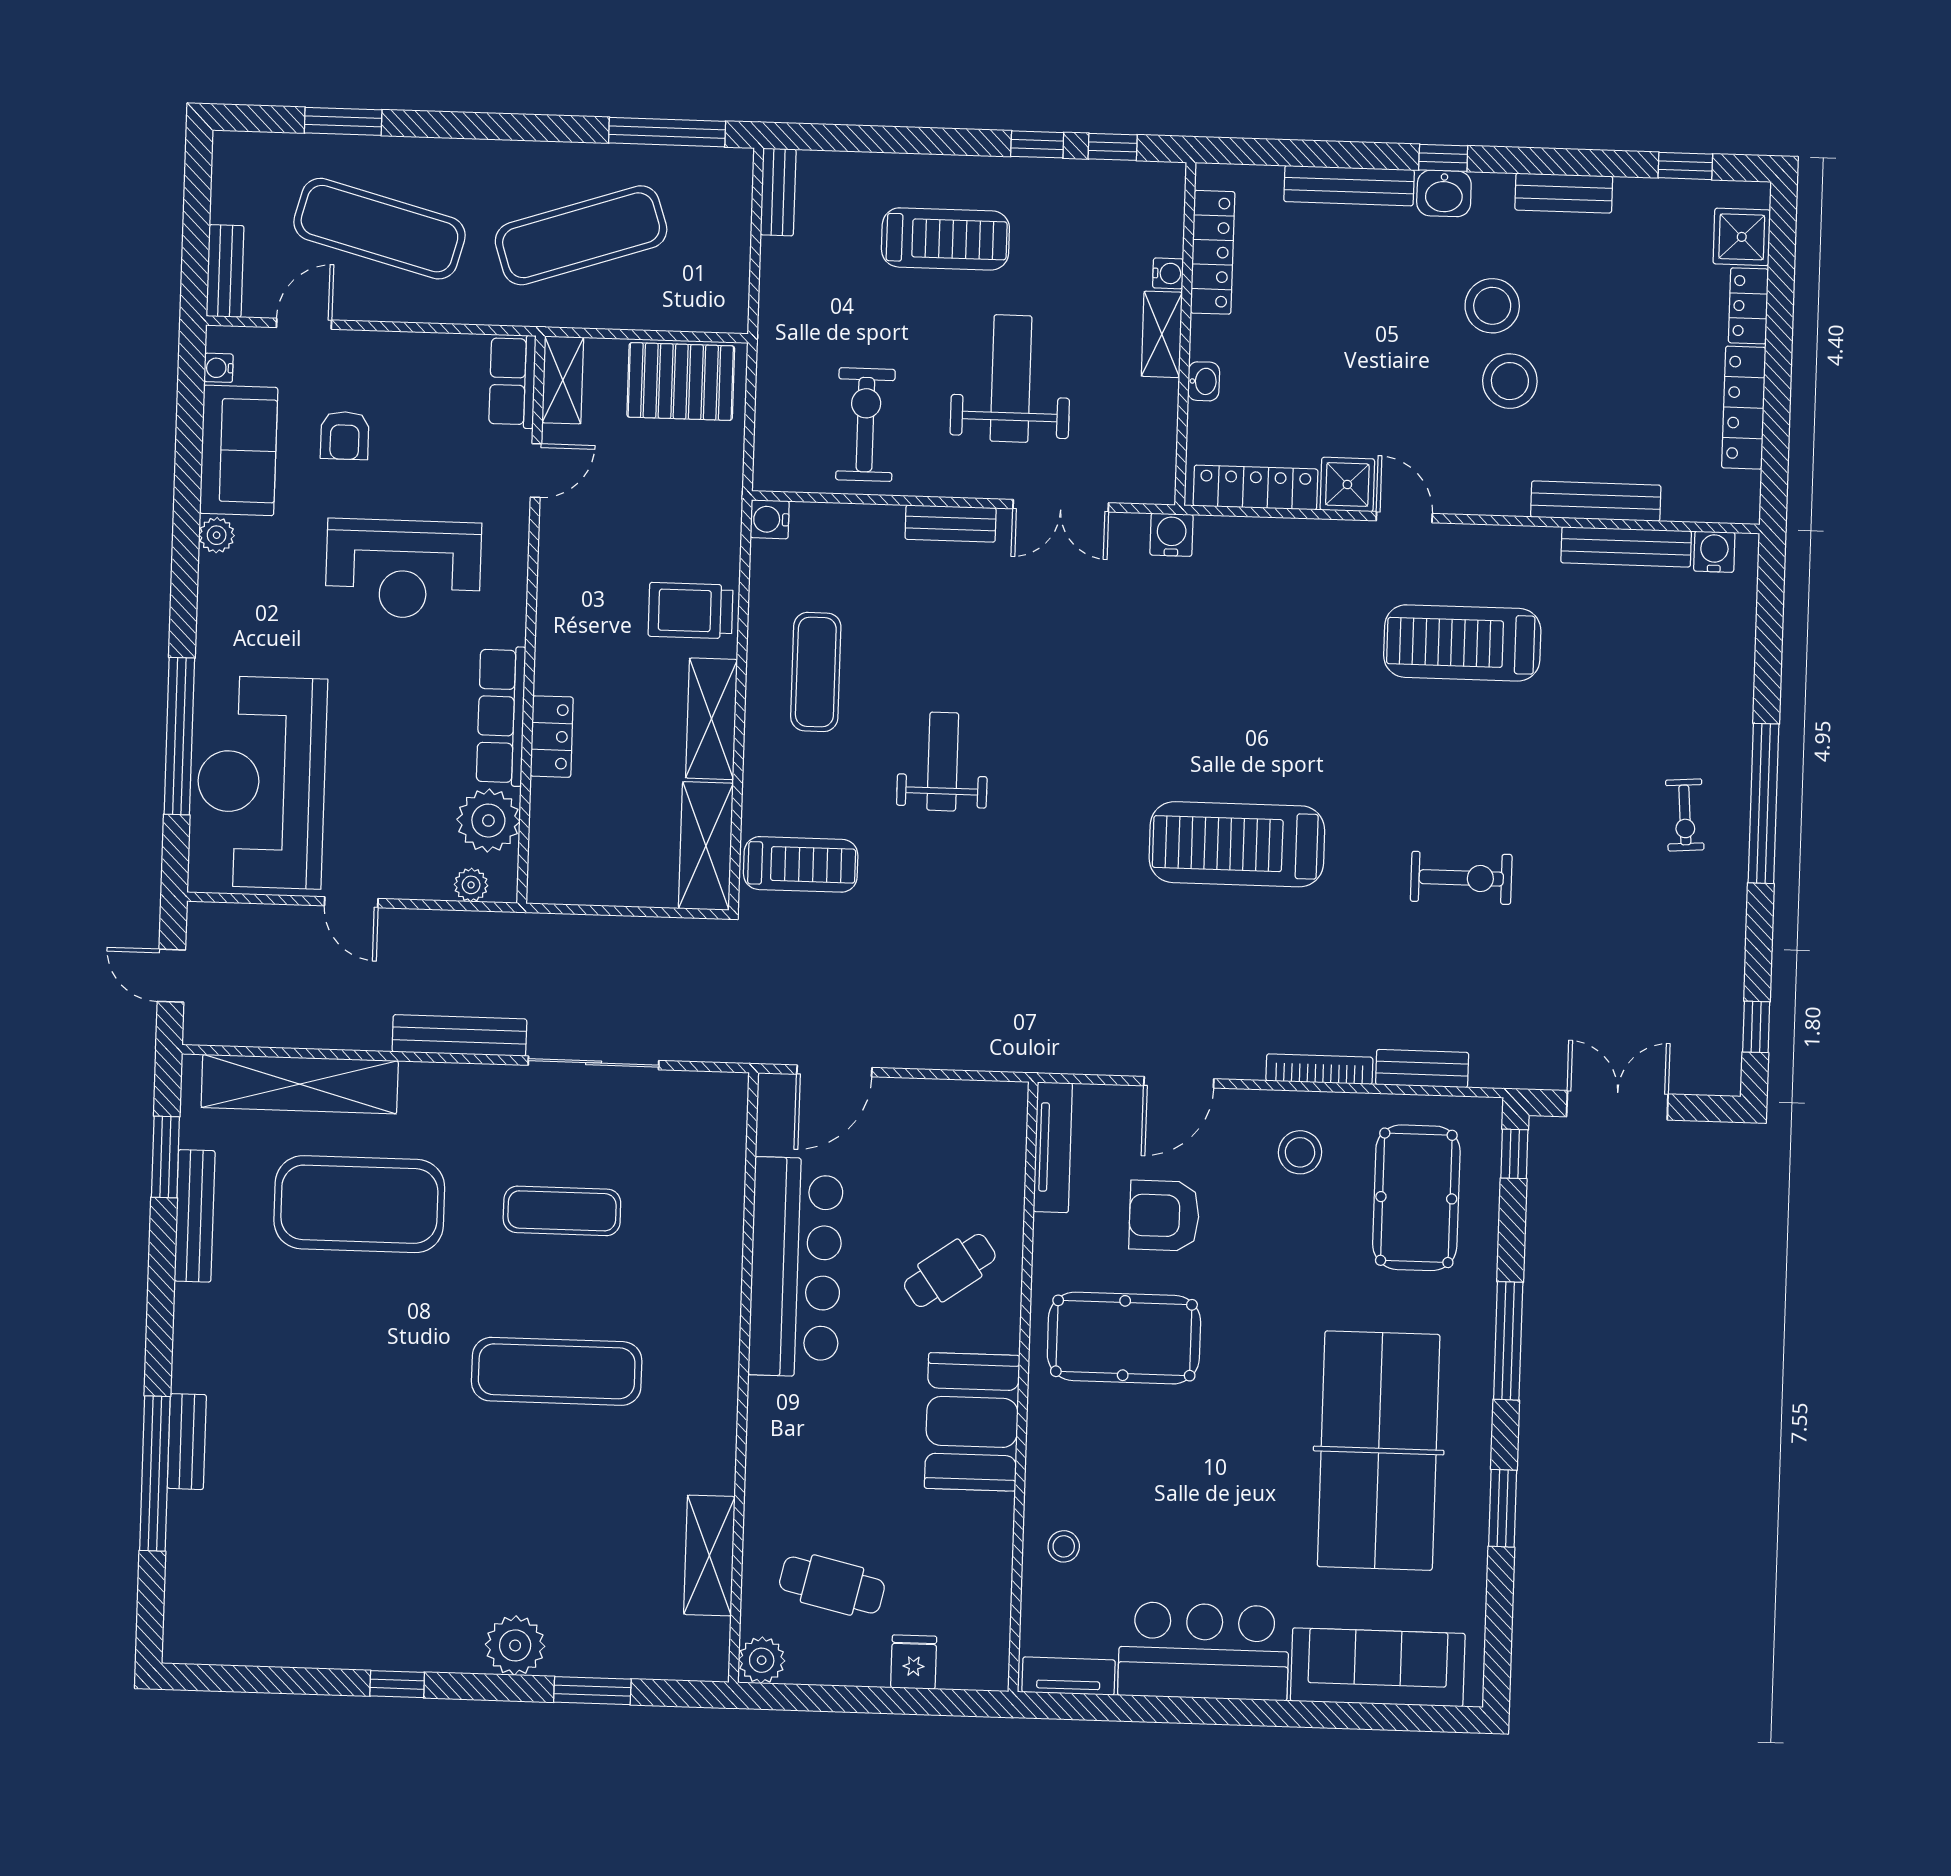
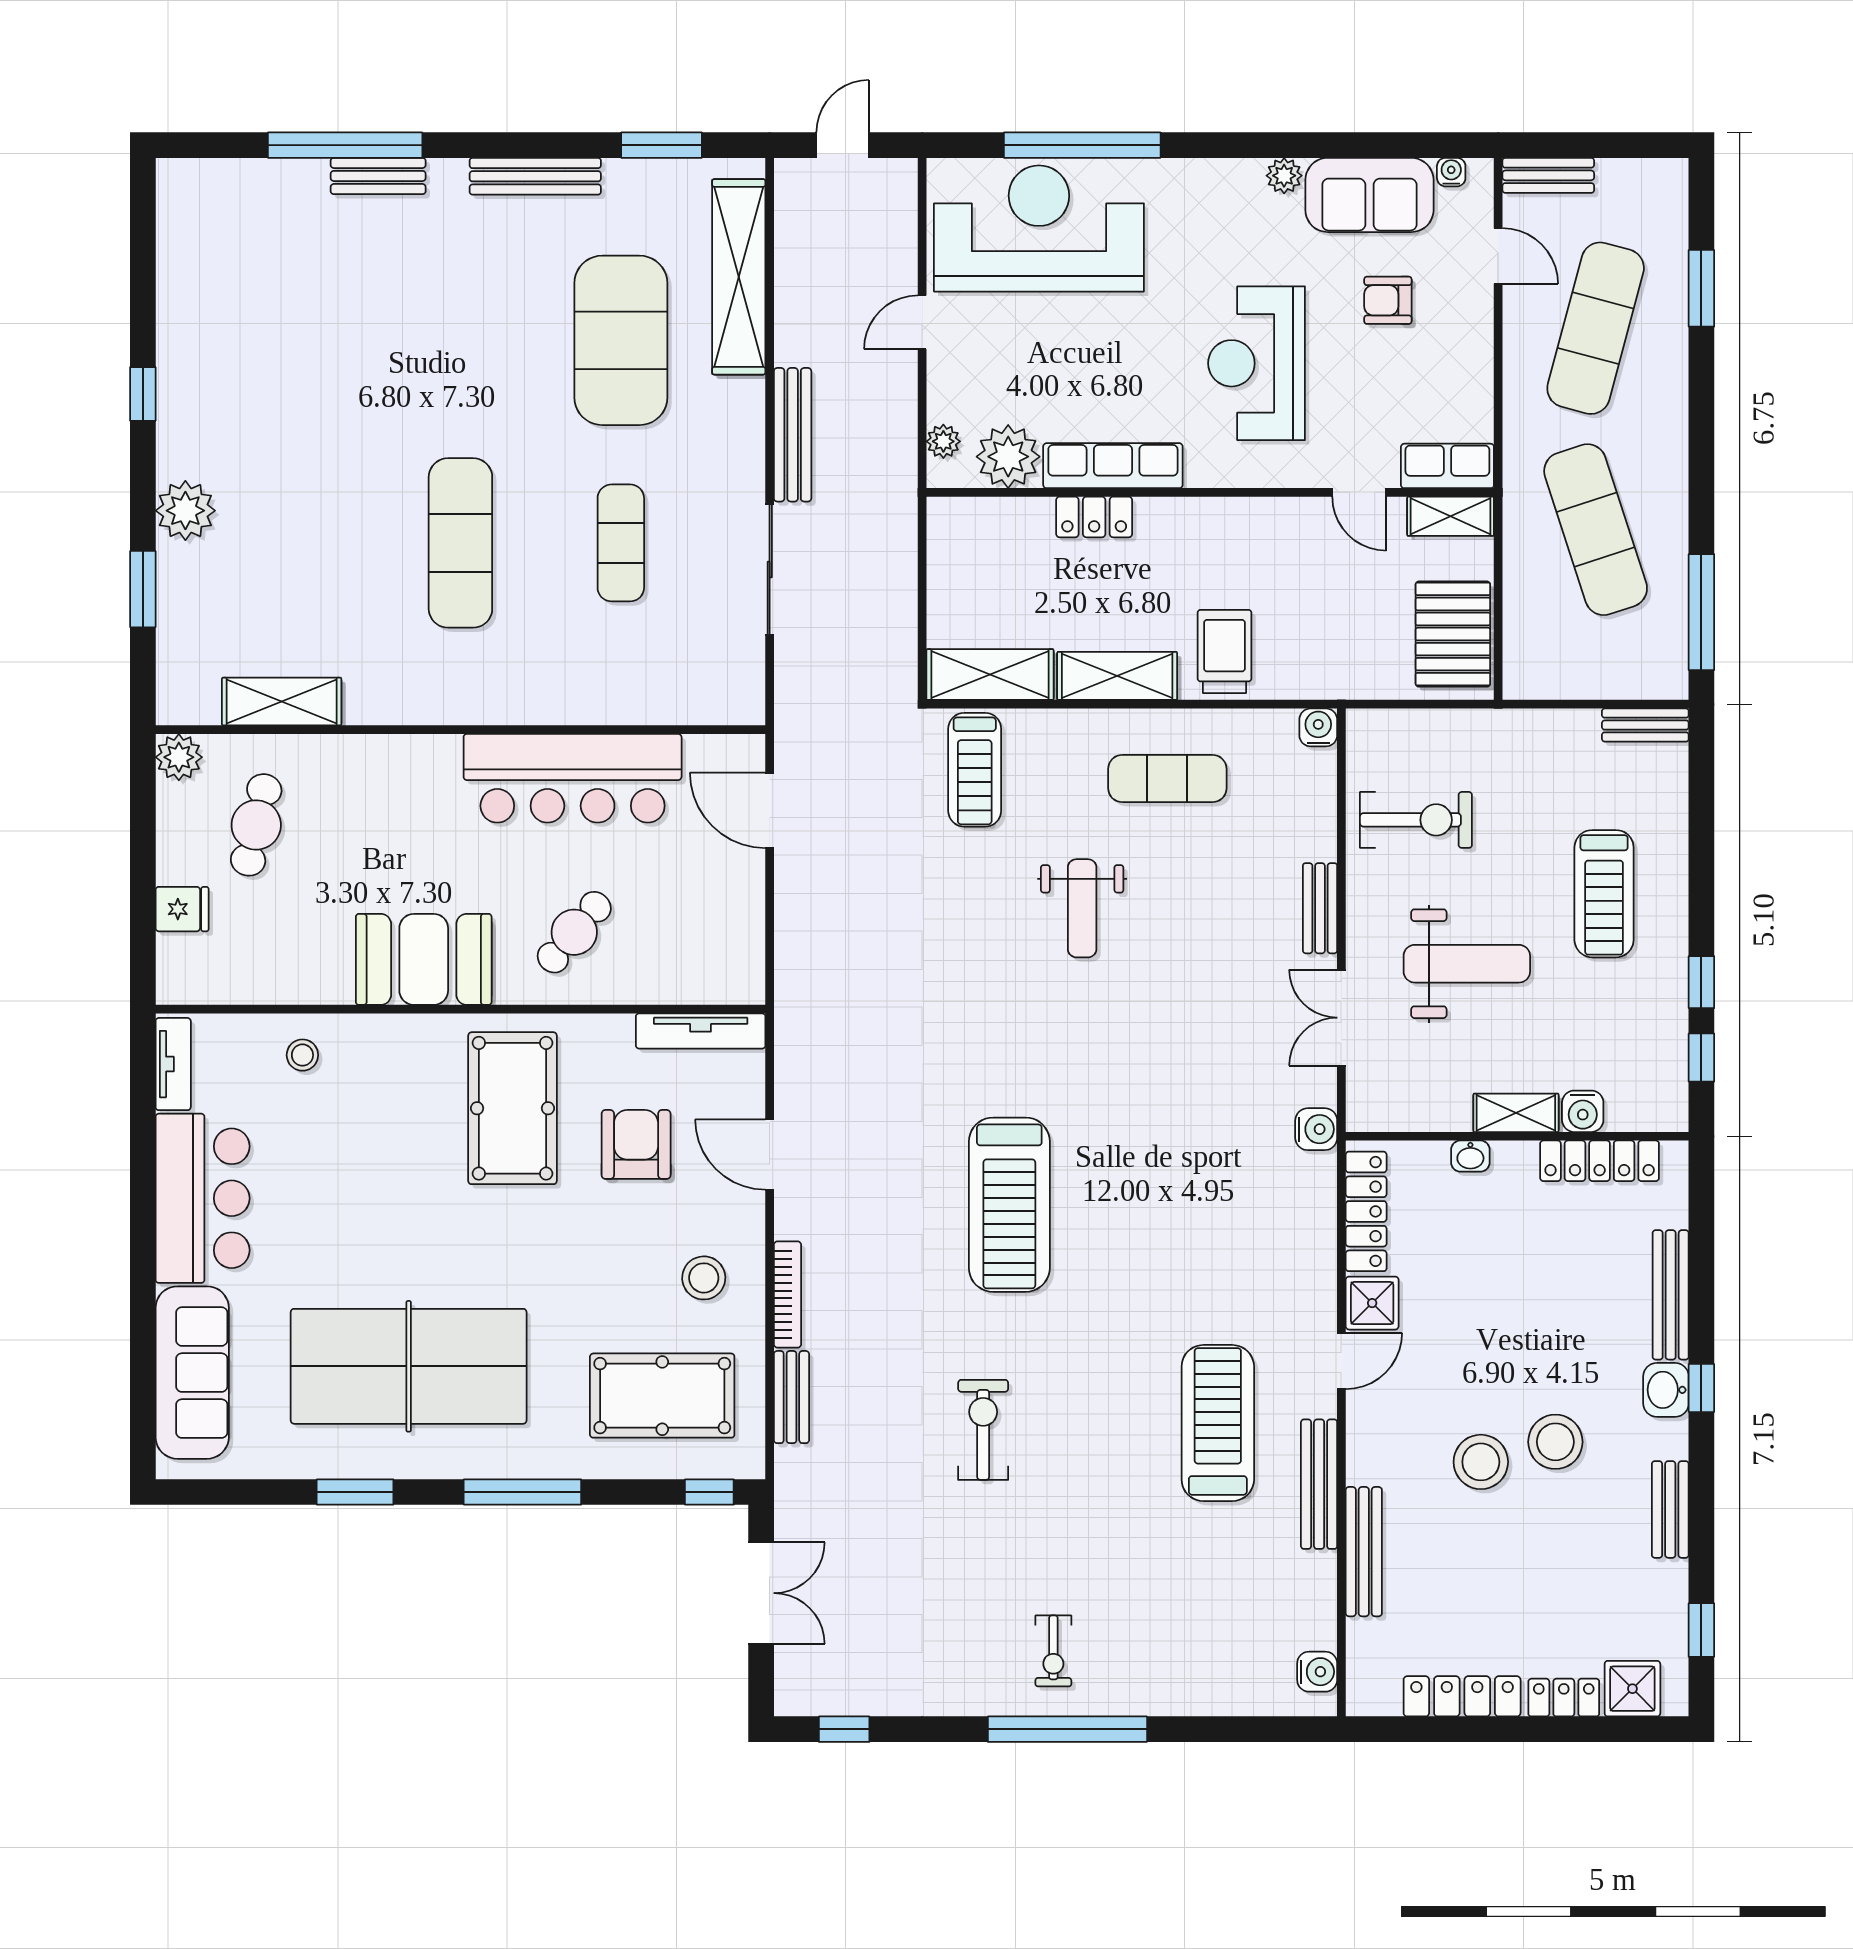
water cooler: (1168, 273) -> (1583, 1111), width x1.38, depth x1.38
bench: (1626, 547) -> (1319, 1484), moved
weight bench: (943, 762) -> (1082, 908), turned 90
exercise bike: (1685, 815) -> (1053, 1651), turned -86
treadmill: (1237, 844) -> (1009, 1205), turned 180
exercise bike: (1461, 878) -> (983, 1430), turned 180
bench: (195, 1216) -> (535, 176), moved
cafe table: (950, 1270) -> (574, 932), turned 75

